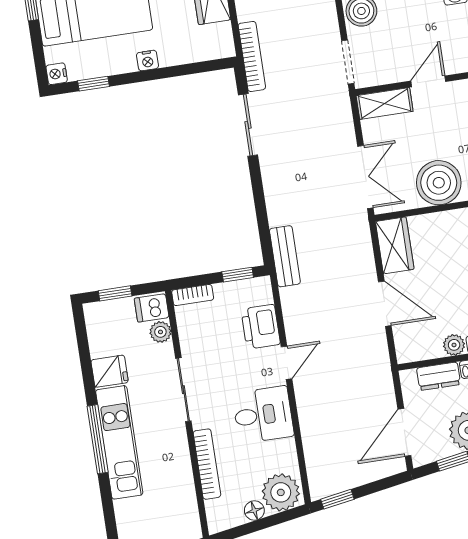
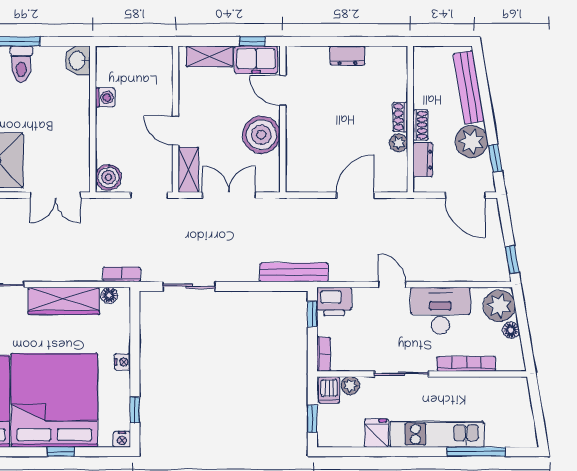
floor lamp: (223, 33) -> (109, 295), added
bookcase: (252, 56) -> (122, 274), width x0.64
double door: (365, 177) -> (229, 195), moved
wardrobe: (395, 245) -> (308, 179), removed
bench: (285, 256) -> (294, 272), width x1.36
printer: (261, 327) -> (334, 302), moved
desk: (263, 415) -> (440, 311), width x1.37
window: (98, 439) -> (476, 452), moved

